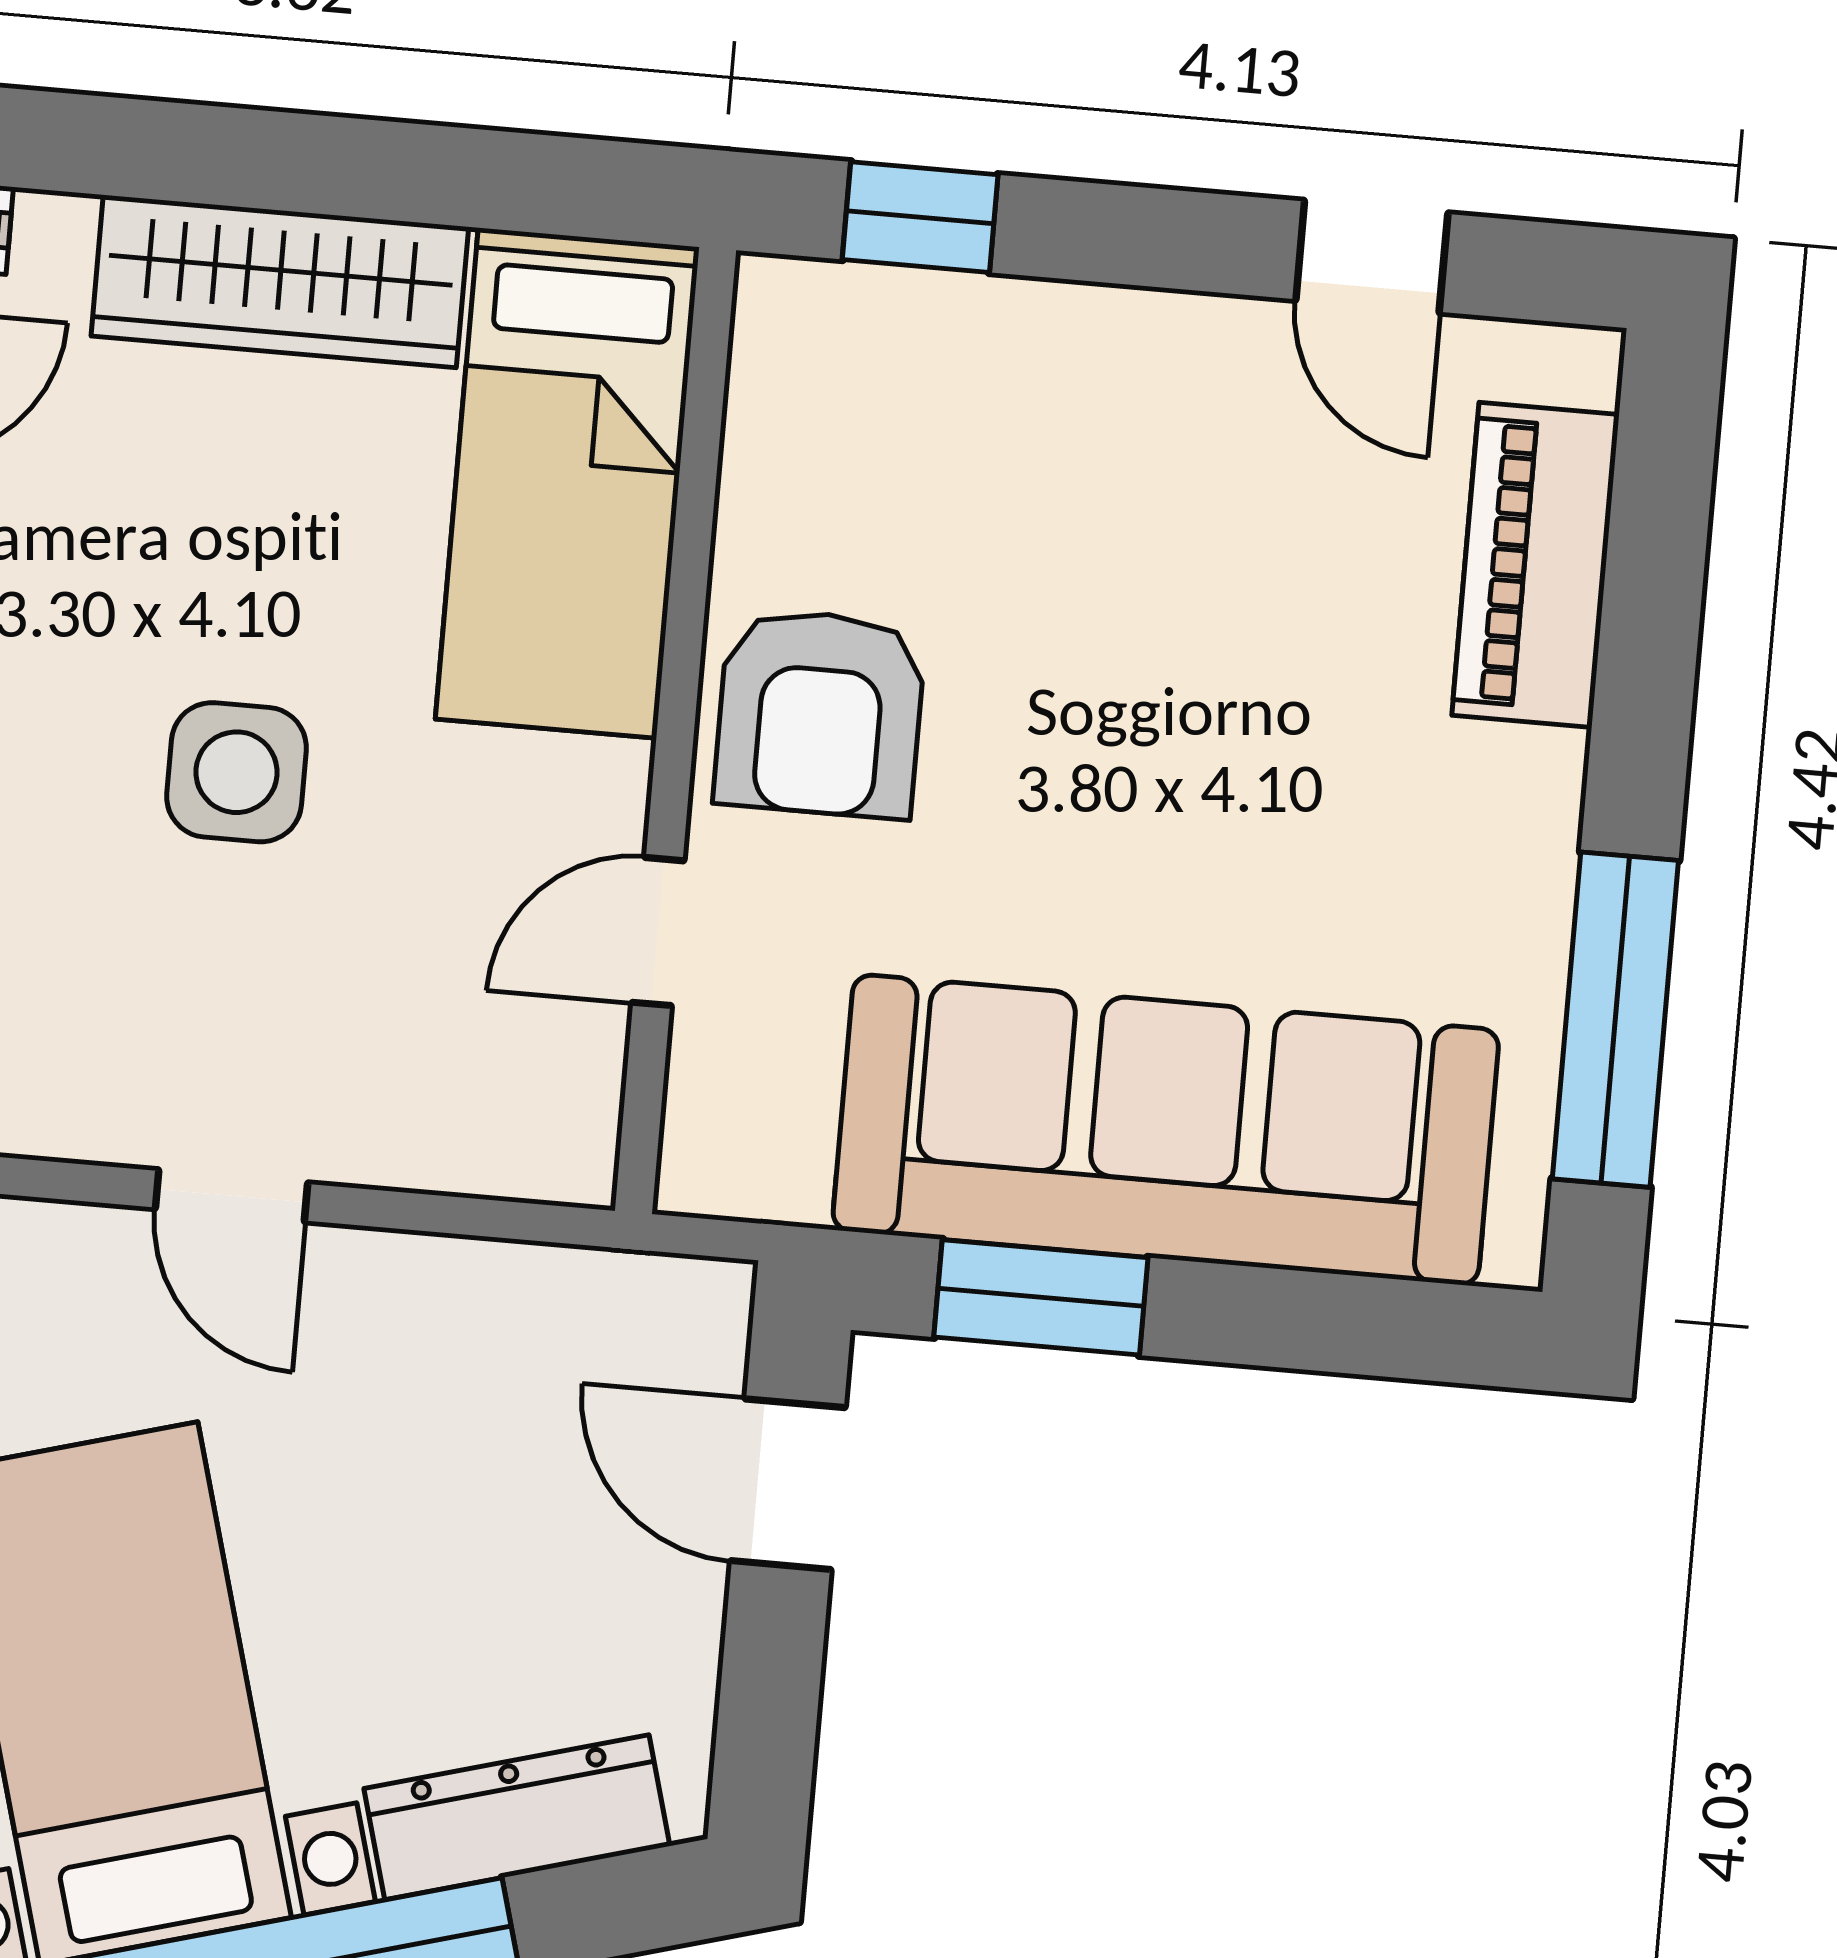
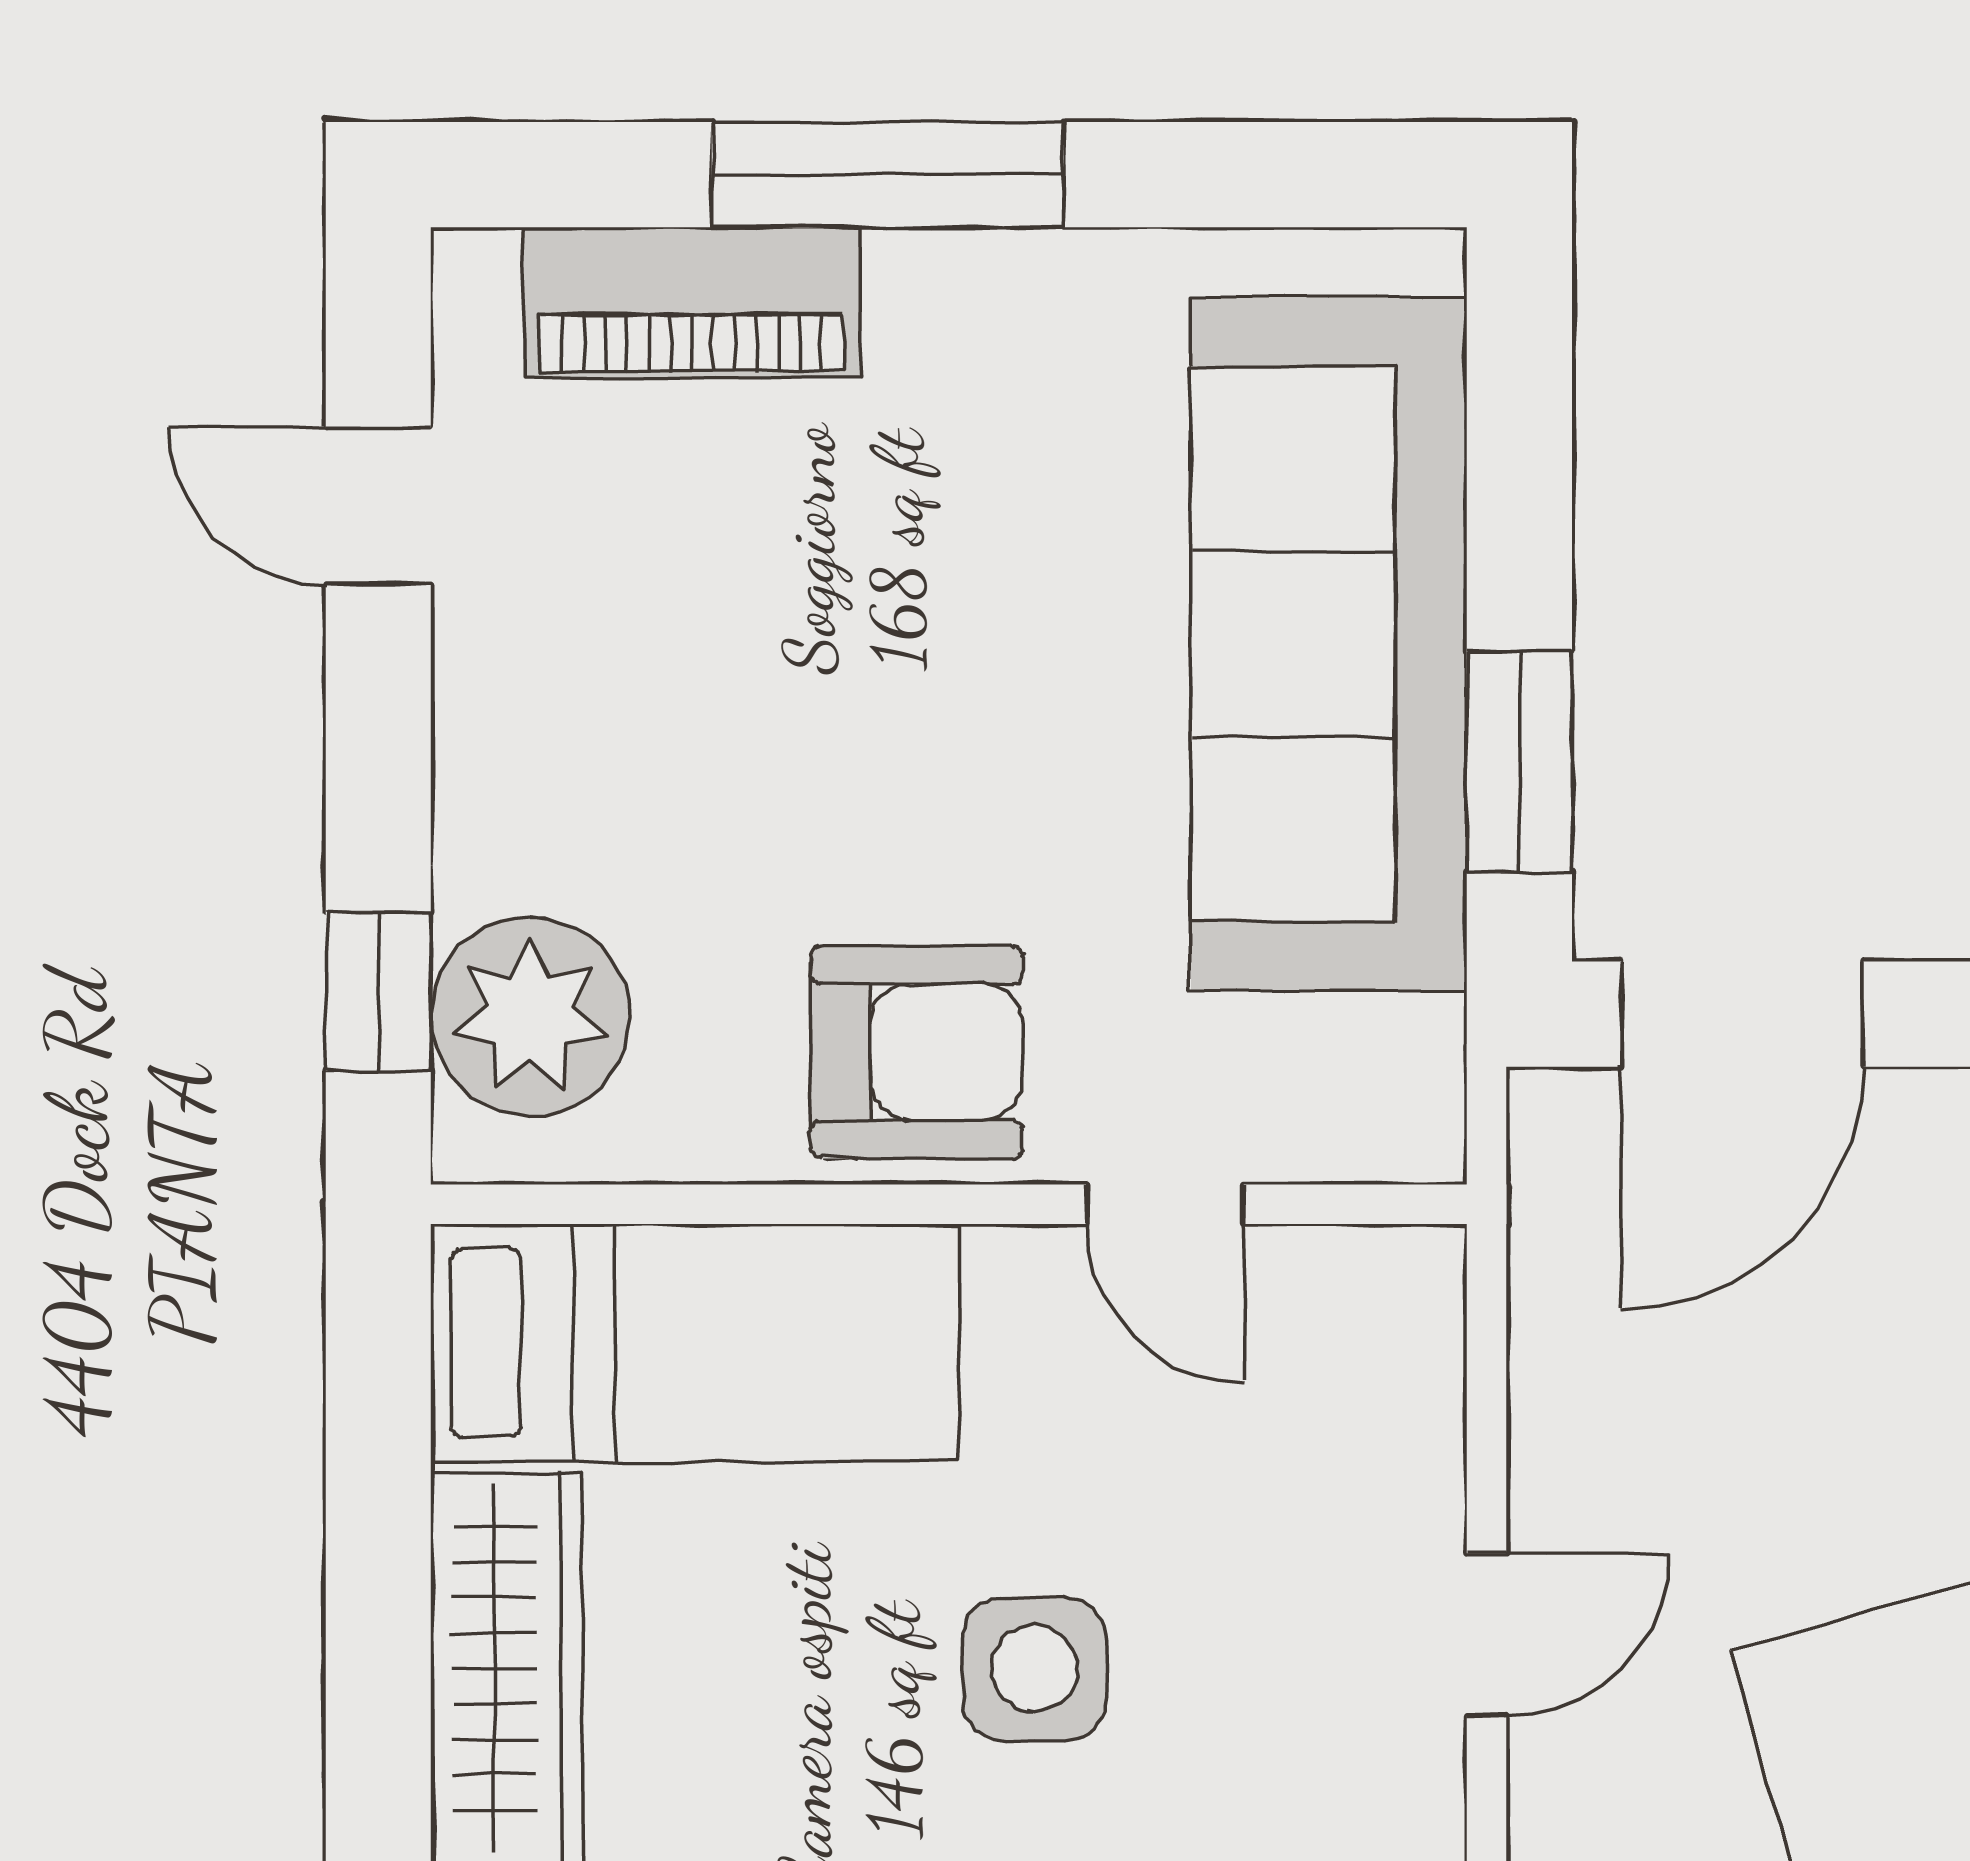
door: (1372, 257) -> (378, 506), swing flipped
plant: (884, 356) -> (530, 1016), added
window: (1615, 1020) -> (888, 175), moved
door: (788, 1484) -> (1742, 1014), width x1.38

